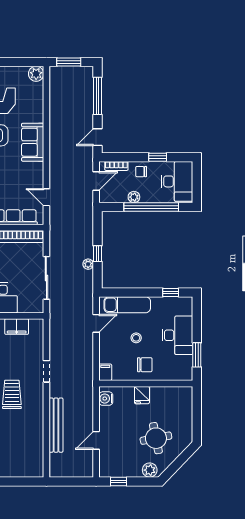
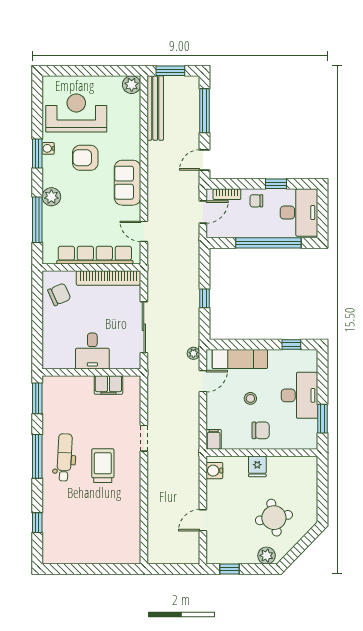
sofa: (33, 142) -> (127, 183), moved
plant: (134, 197) -> (248, 231), removed
plant: (88, 264) -> (193, 353), moved
bench: (56, 425) -> (155, 108), moved

